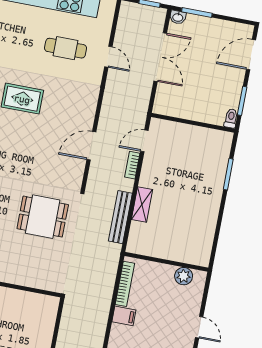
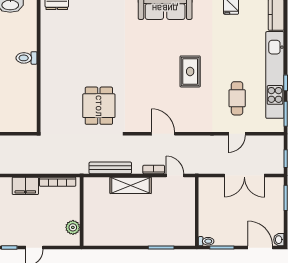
washbasin: (178, 17) -> (279, 240), moved
shelving: (142, 204) -> (131, 185), width x1.50, depth x1.33
filing cabinet: (124, 316) -> (25, 186), width x2.00

